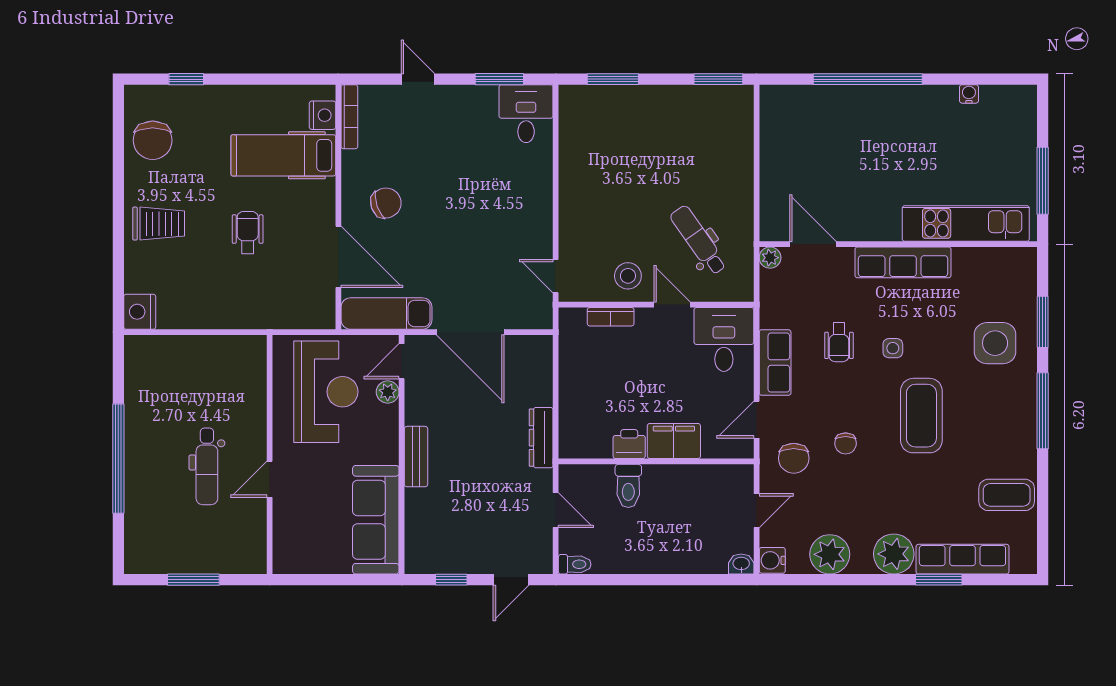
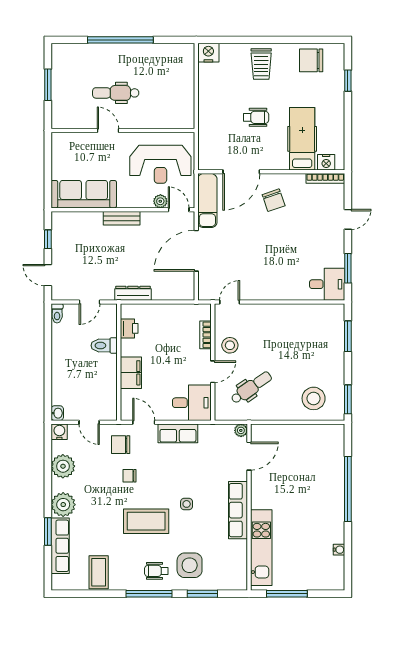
stool: (717, 136) -> (314, 398), added
wheelchair: (839, 342) -> (156, 571), moved
printer: (629, 444) -> (129, 328), moved

